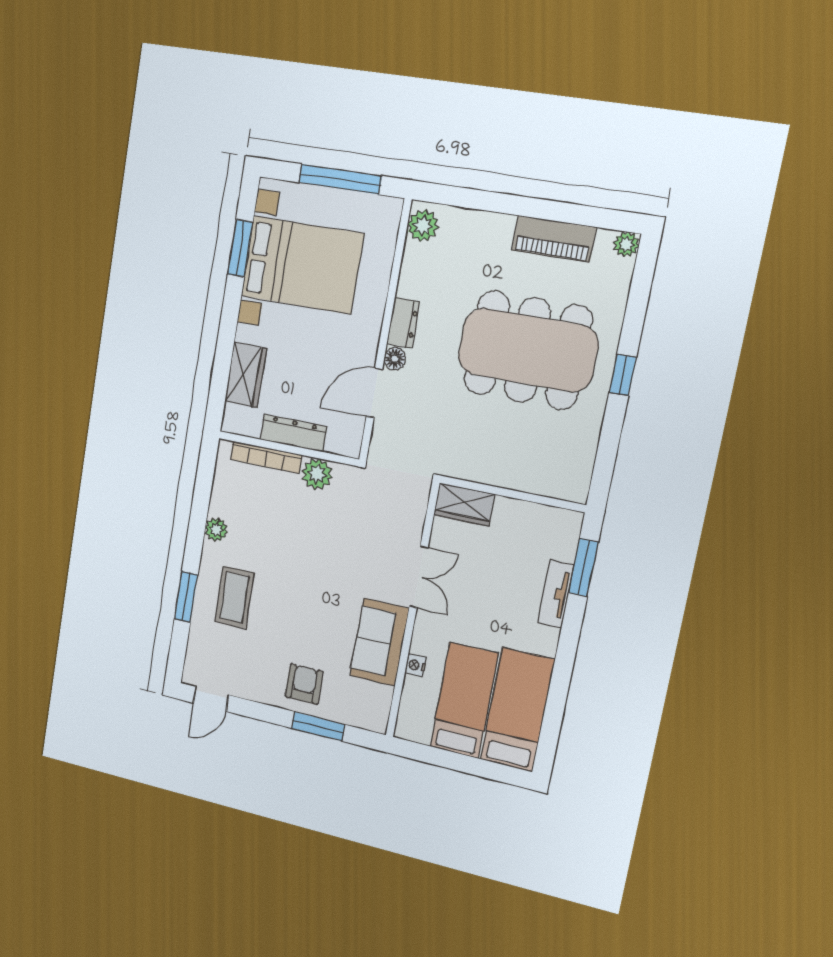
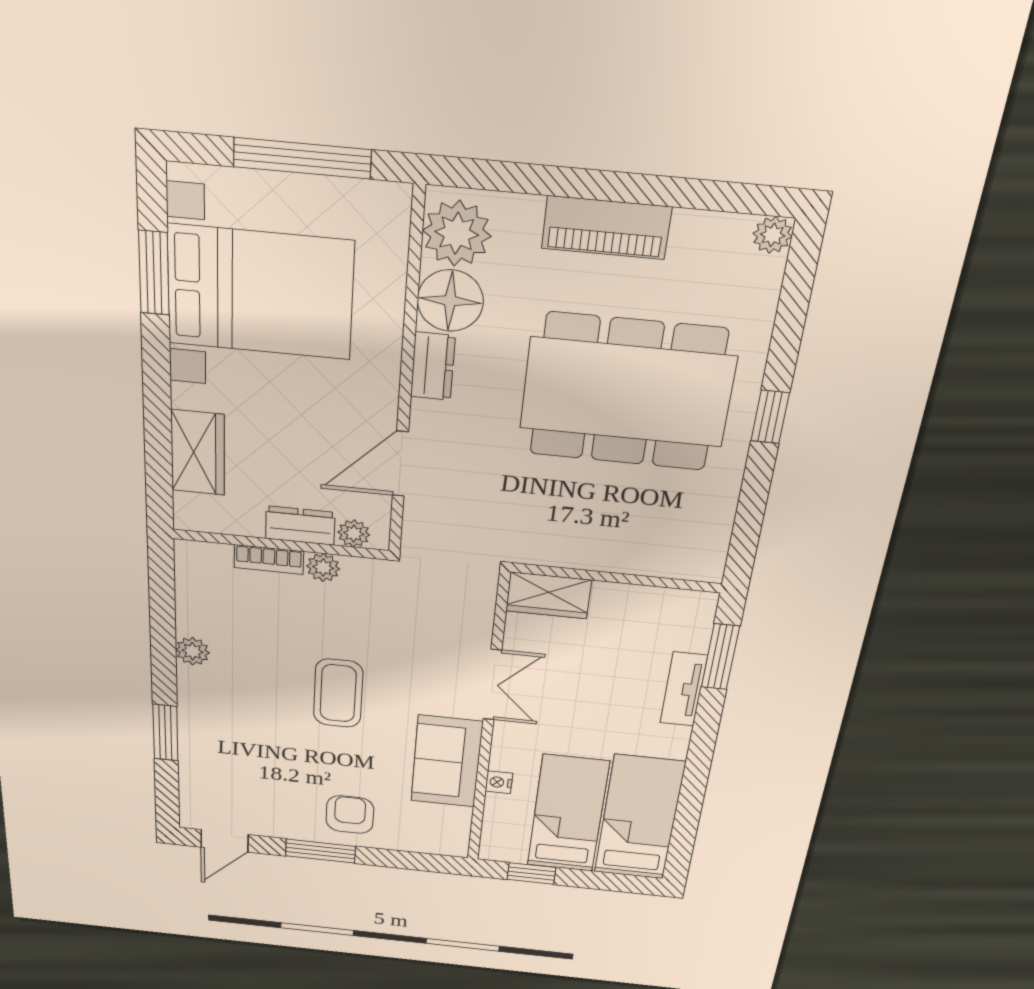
plant: (423, 226) -> (457, 233), width x1.36, depth x1.36
piano: (554, 239) -> (606, 228), moved
floor lamp: (395, 359) -> (450, 301), moved, width x1.89, depth x1.89
dresser: (293, 433) -> (300, 525), width x0.70
plant: (337, 444) -> (354, 533), added
bookcase: (266, 457) -> (269, 559), width x0.64
plant: (317, 474) -> (323, 567), width x0.73, depth x0.73
coffee table: (234, 597) -> (338, 693), moved
window: (318, 726) -> (320, 851), moved
window: (432, 755) -> (531, 873), added

